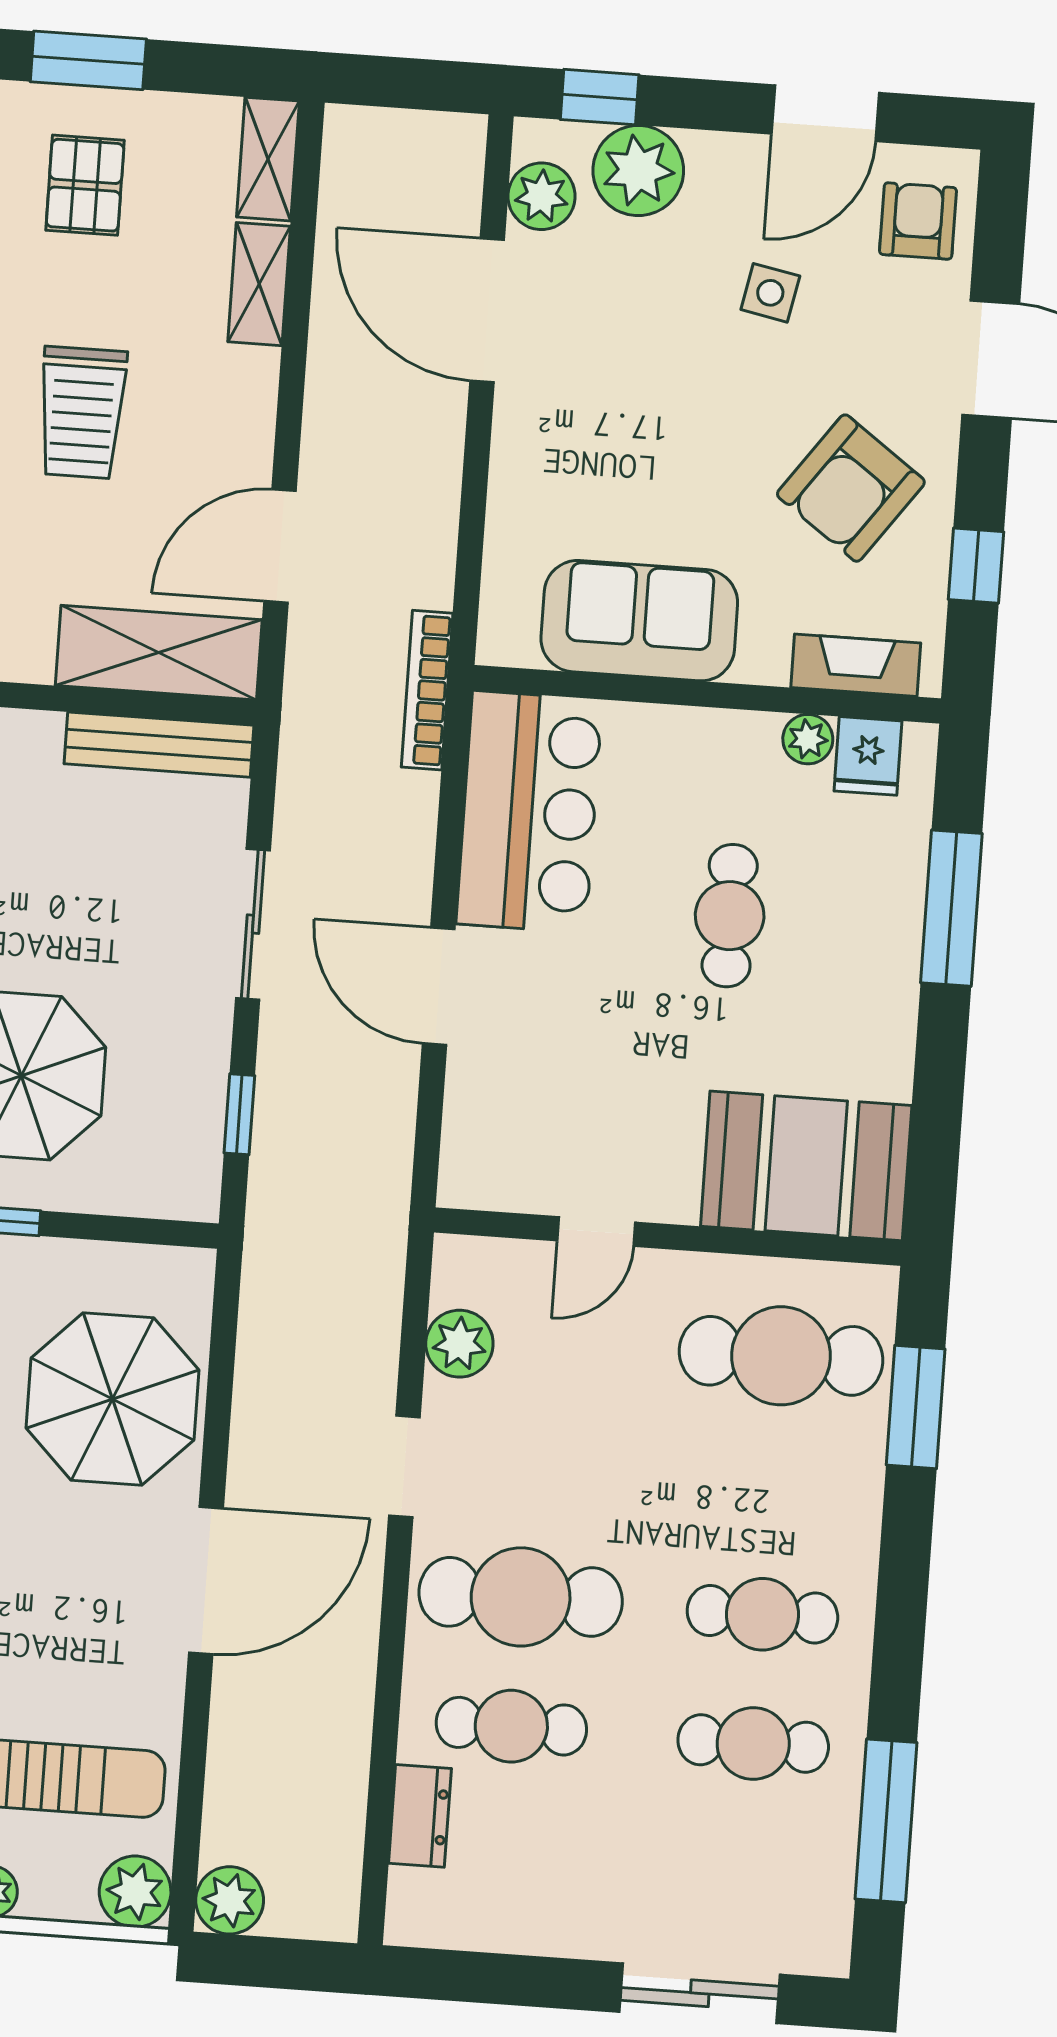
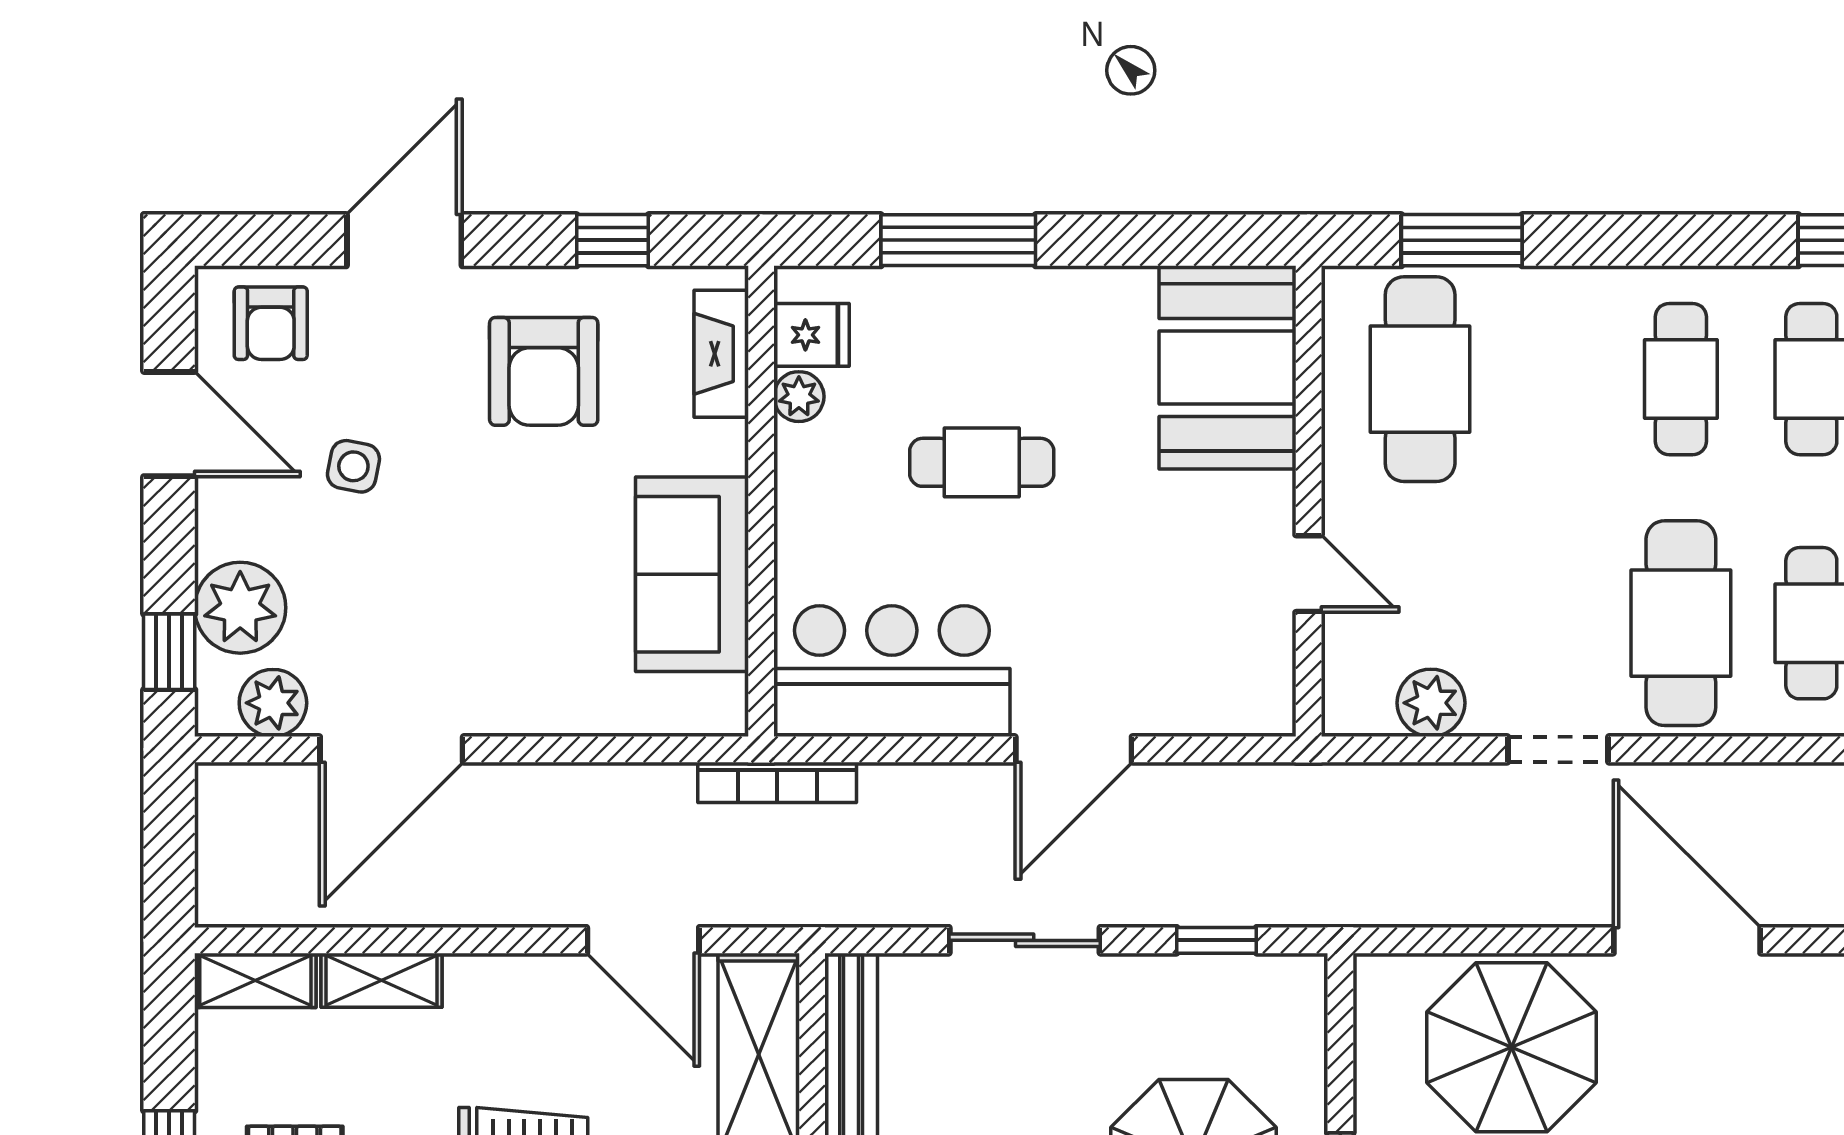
armchair: (918, 221) -> (271, 323), turned -90
armchair: (851, 488) -> (544, 371), turned 54

